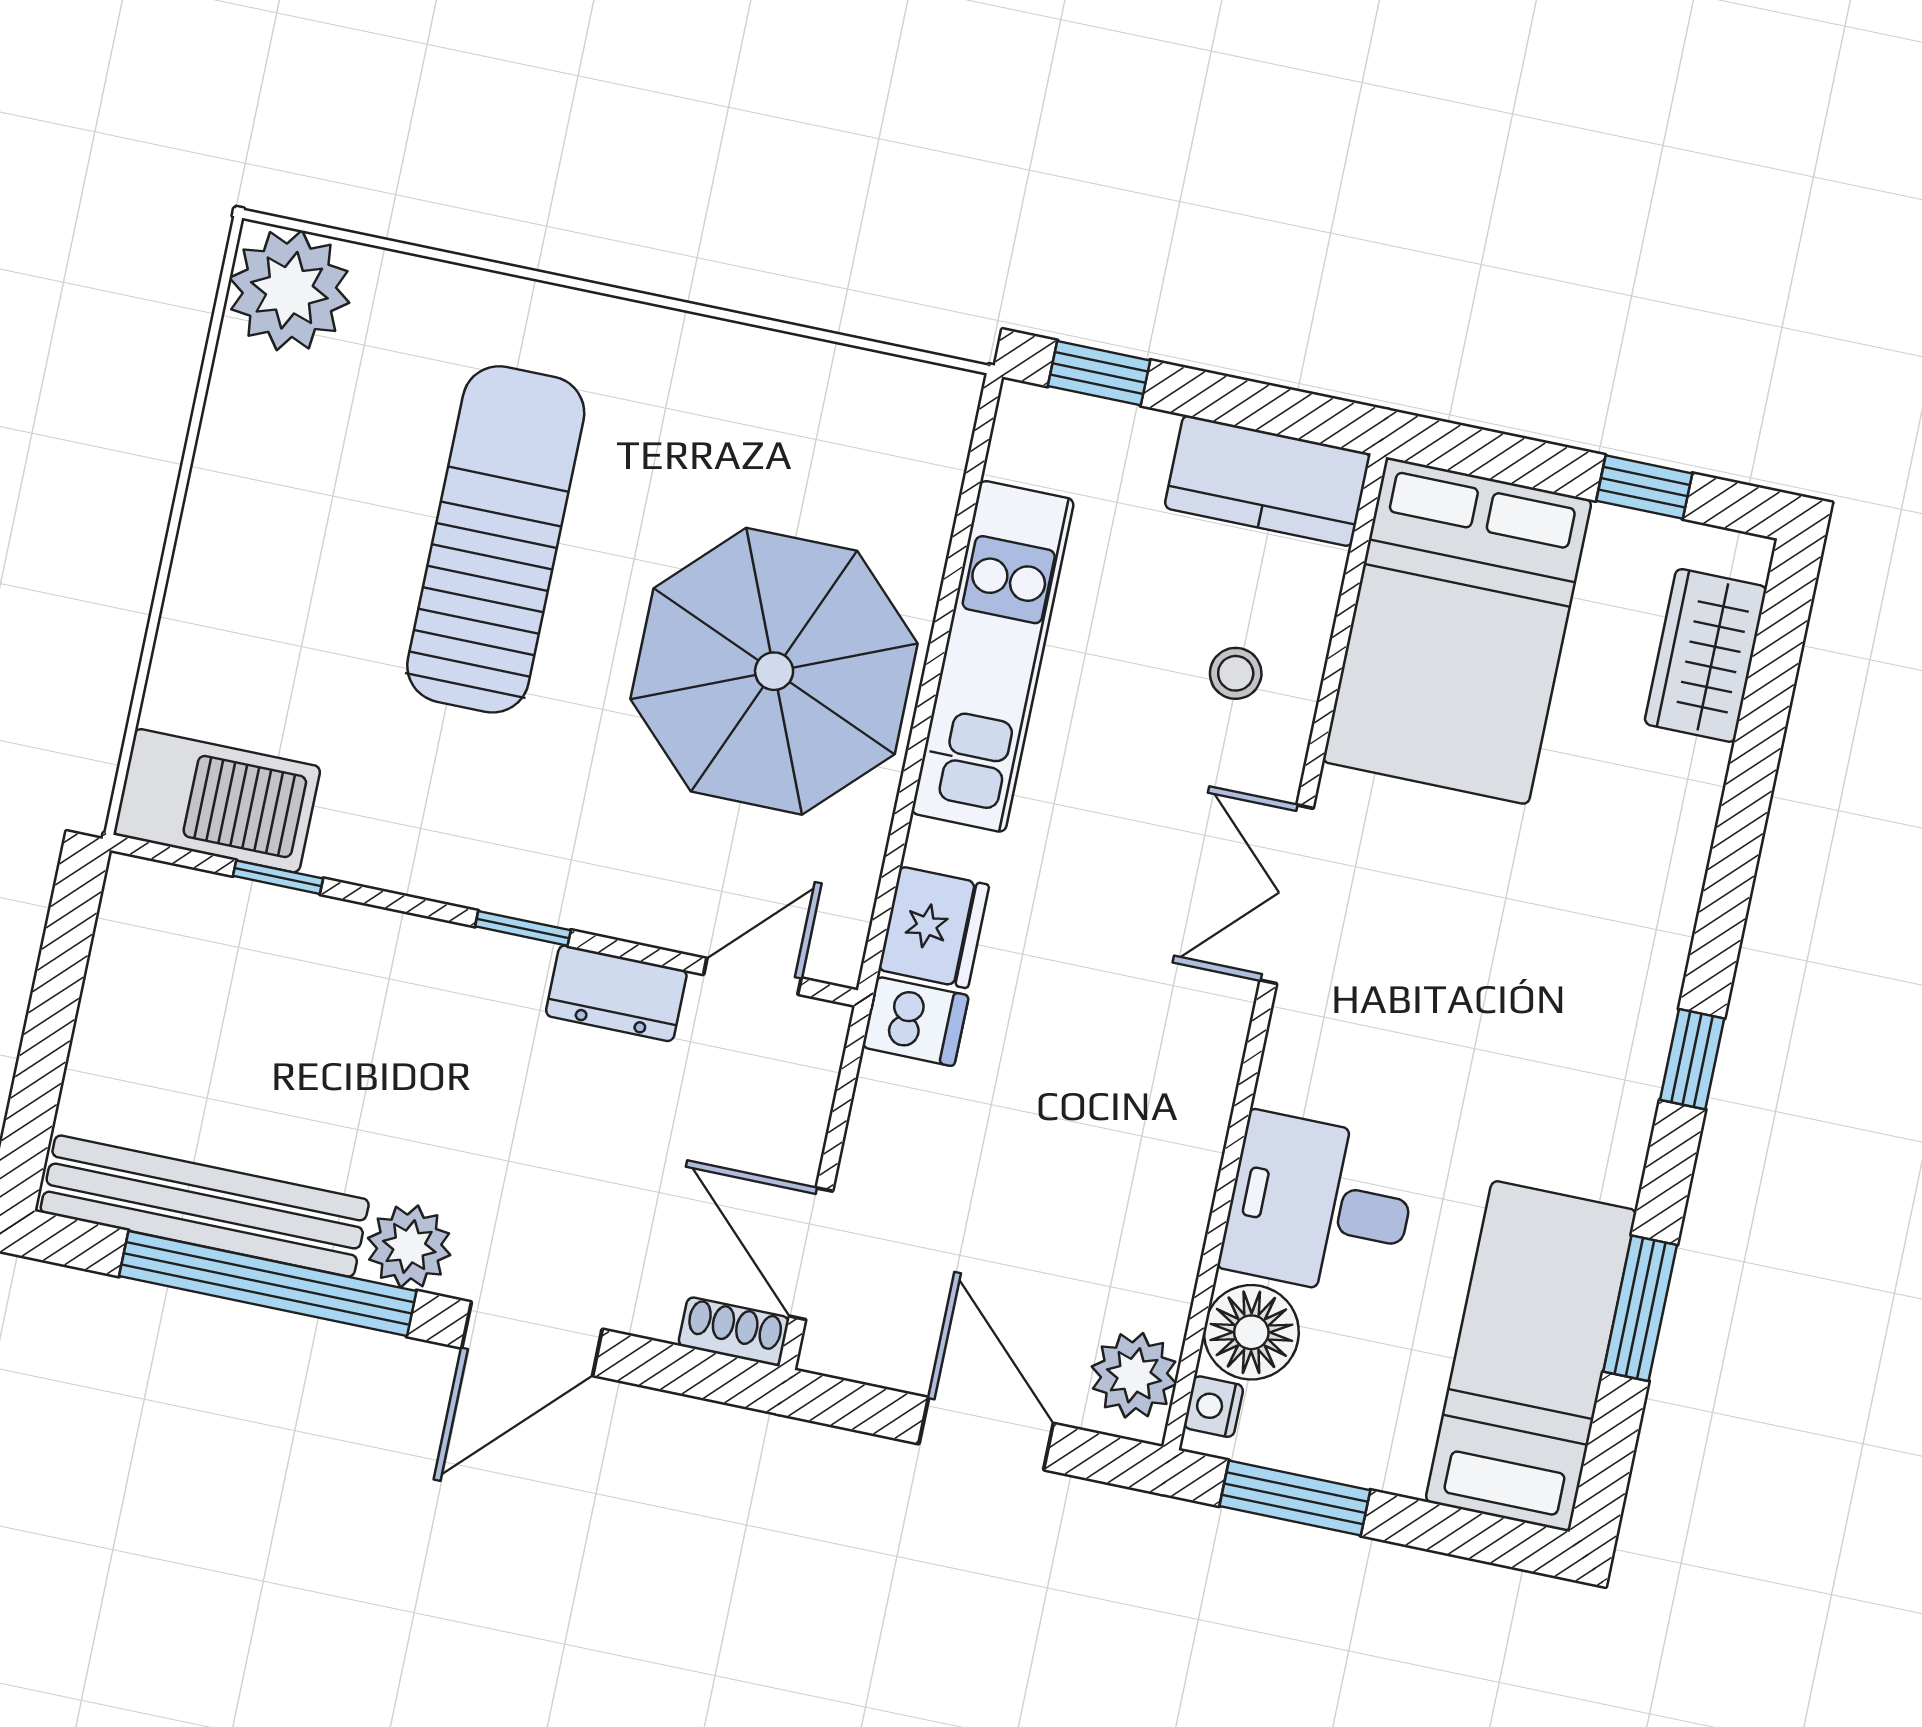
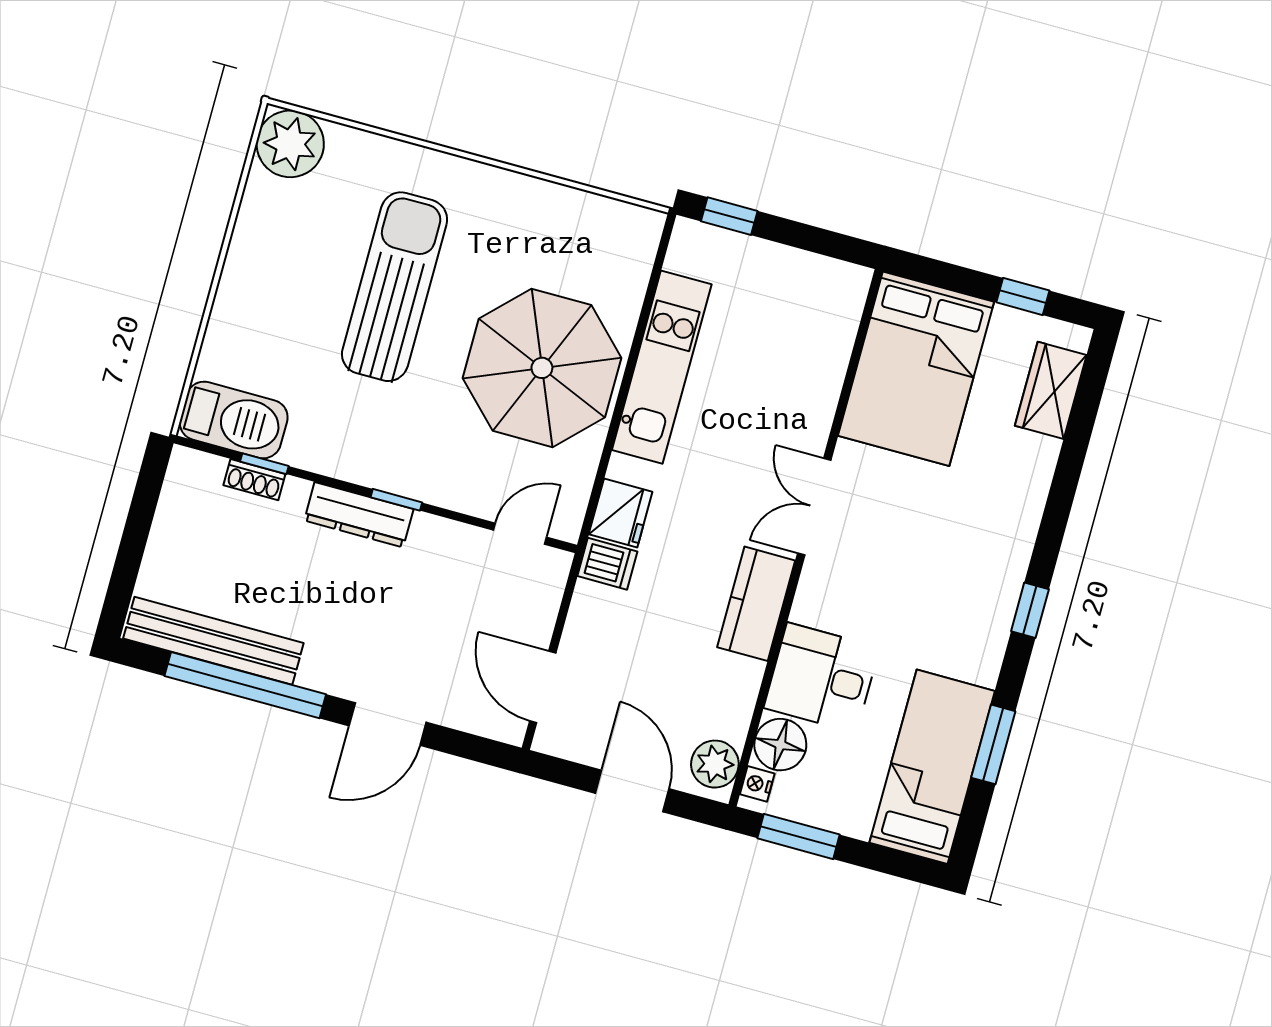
kitchen counter: (1267, 481) -> (756, 604), moved, turned 90
stool: (1236, 673) -> (794, 384), removed
dresser: (616, 993) -> (359, 515), moved, width x1.44
plant: (409, 1247) -> (324, 670), removed
shoe rack: (734, 1332) -> (254, 480), moved, turned 180

